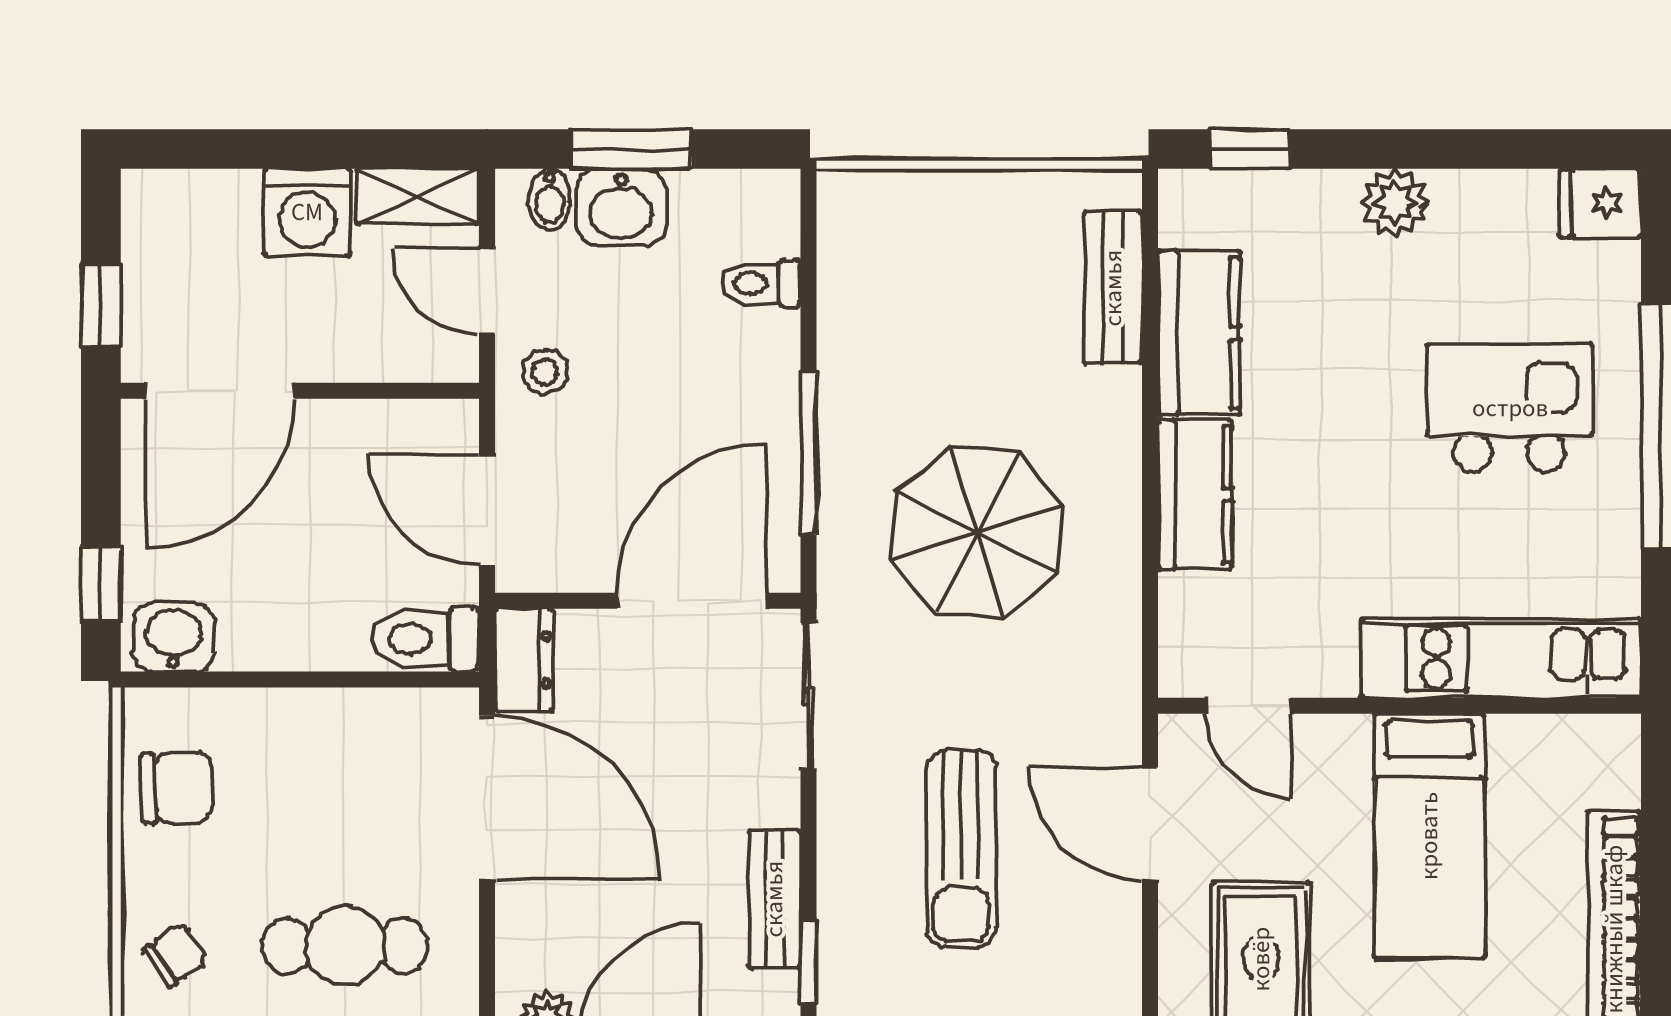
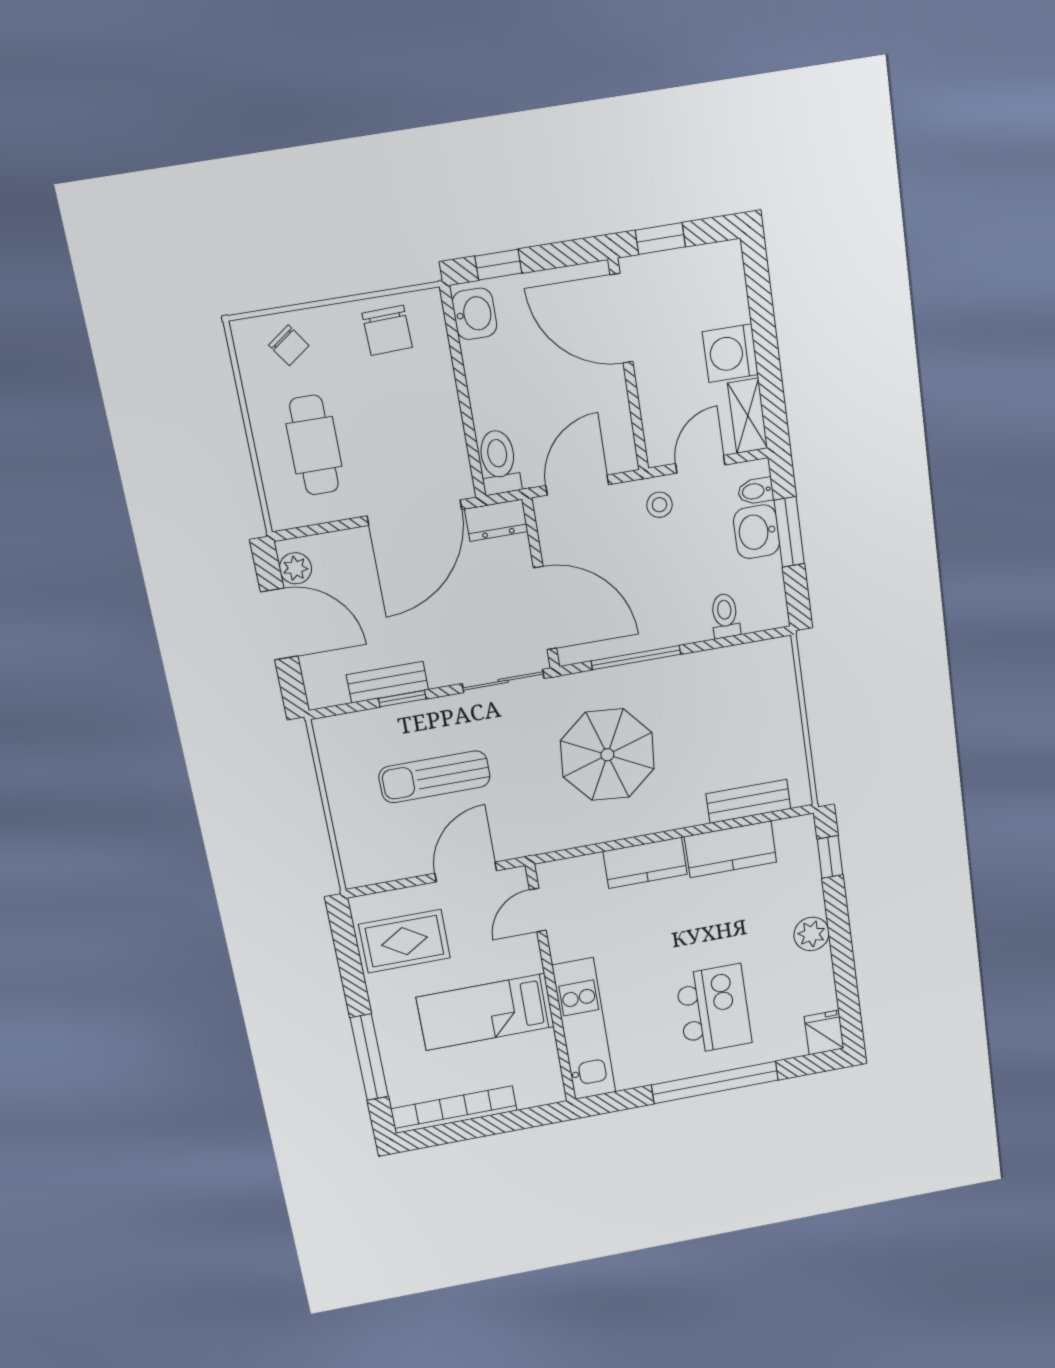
window: (809, 961) -> (402, 699), moved

